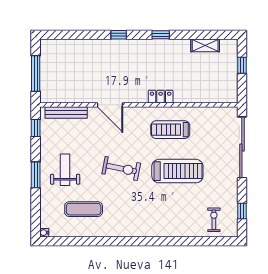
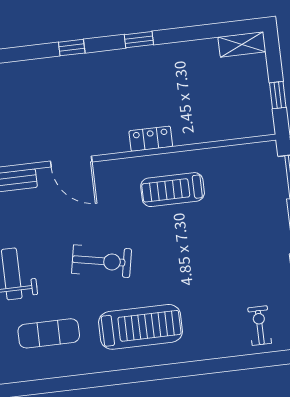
shelving: (205, 45) -> (242, 44), moved
window: (242, 65) -> (278, 95), moved
treadmill: (177, 171) -> (140, 327), moved

